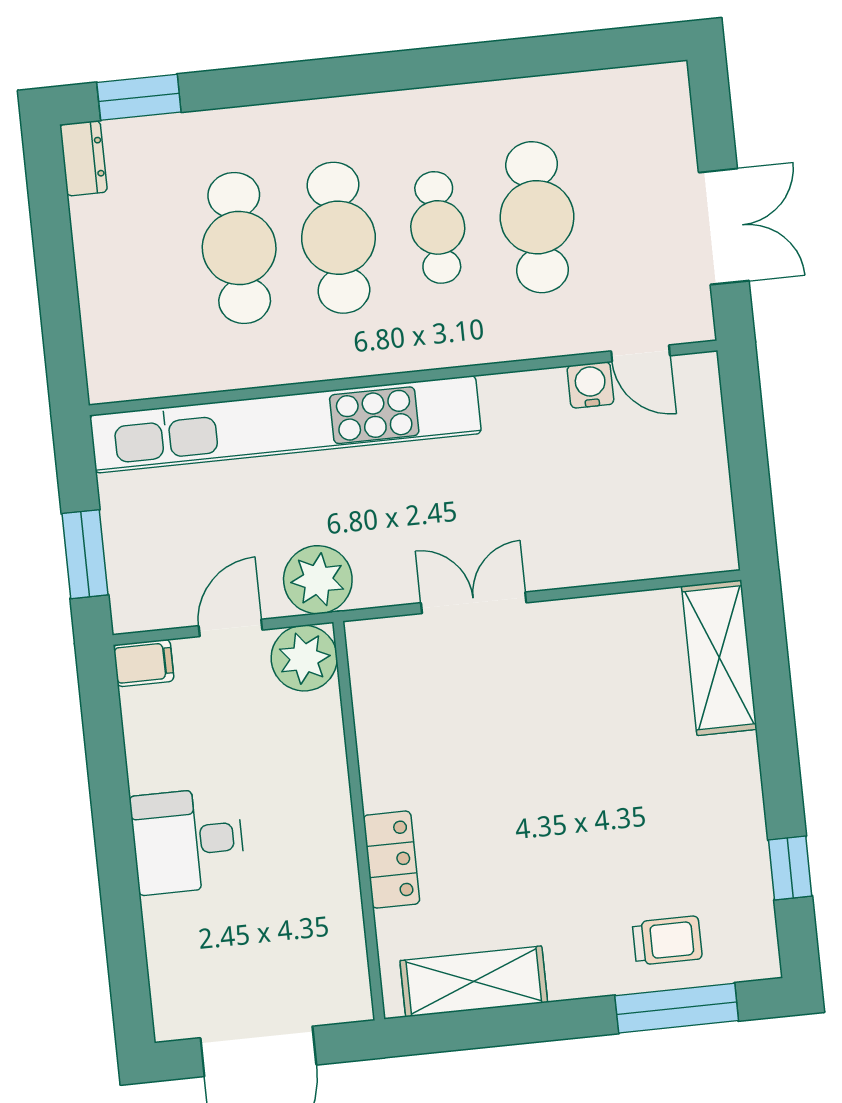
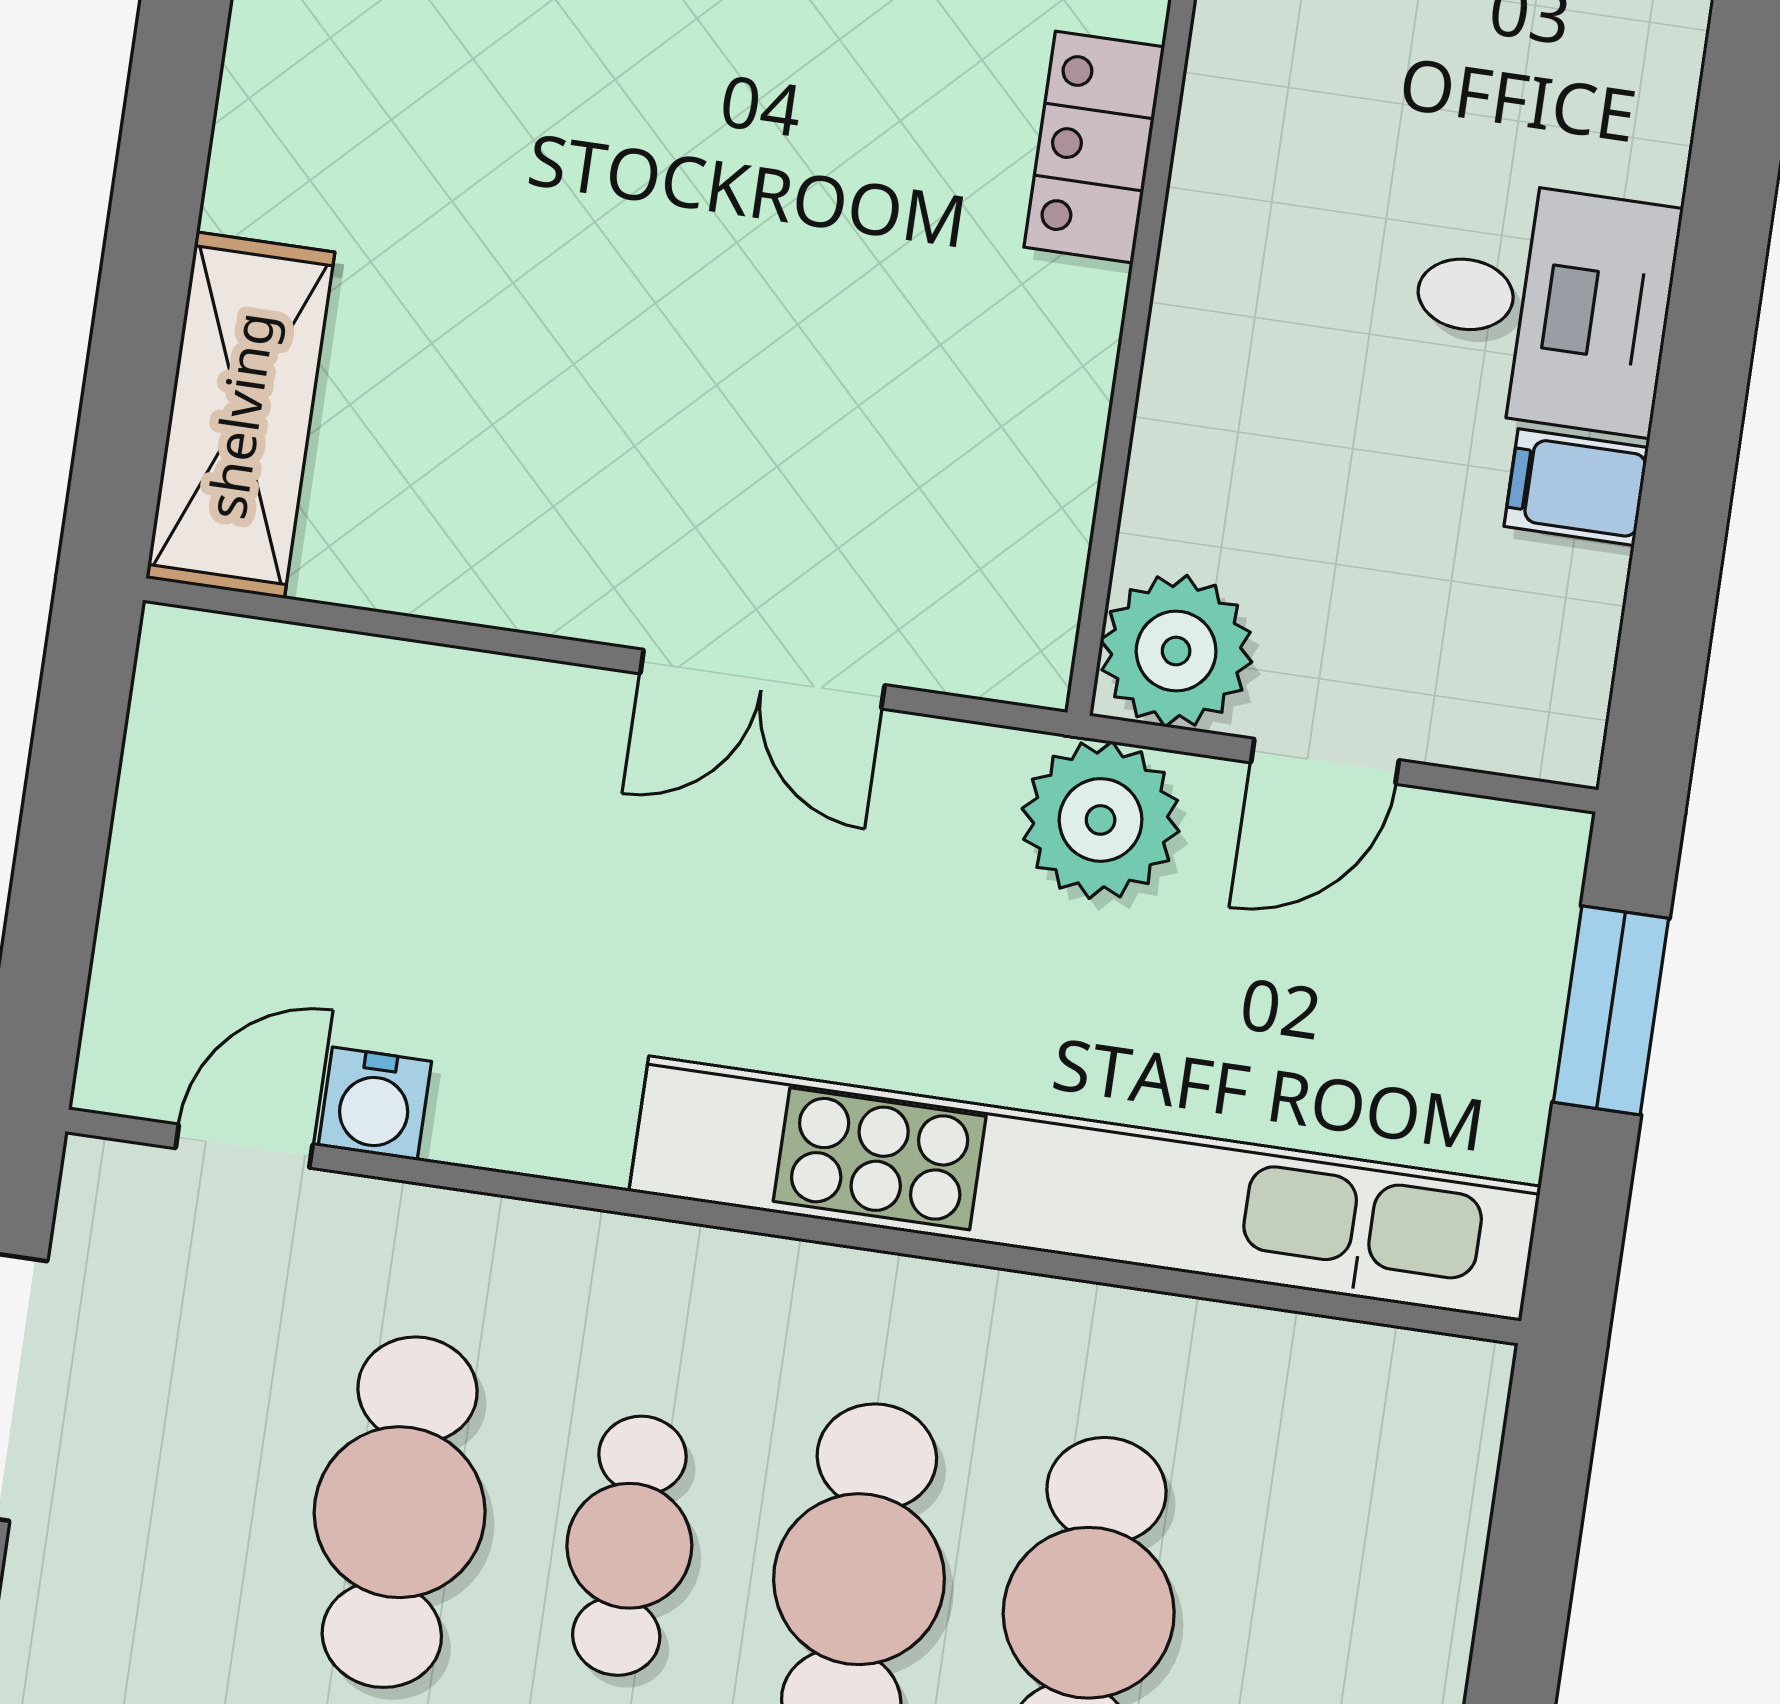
door: (640, 353) -> (244, 1146), hinge flipped
filing cabinet: (144, 663) -> (1576, 487), moved

